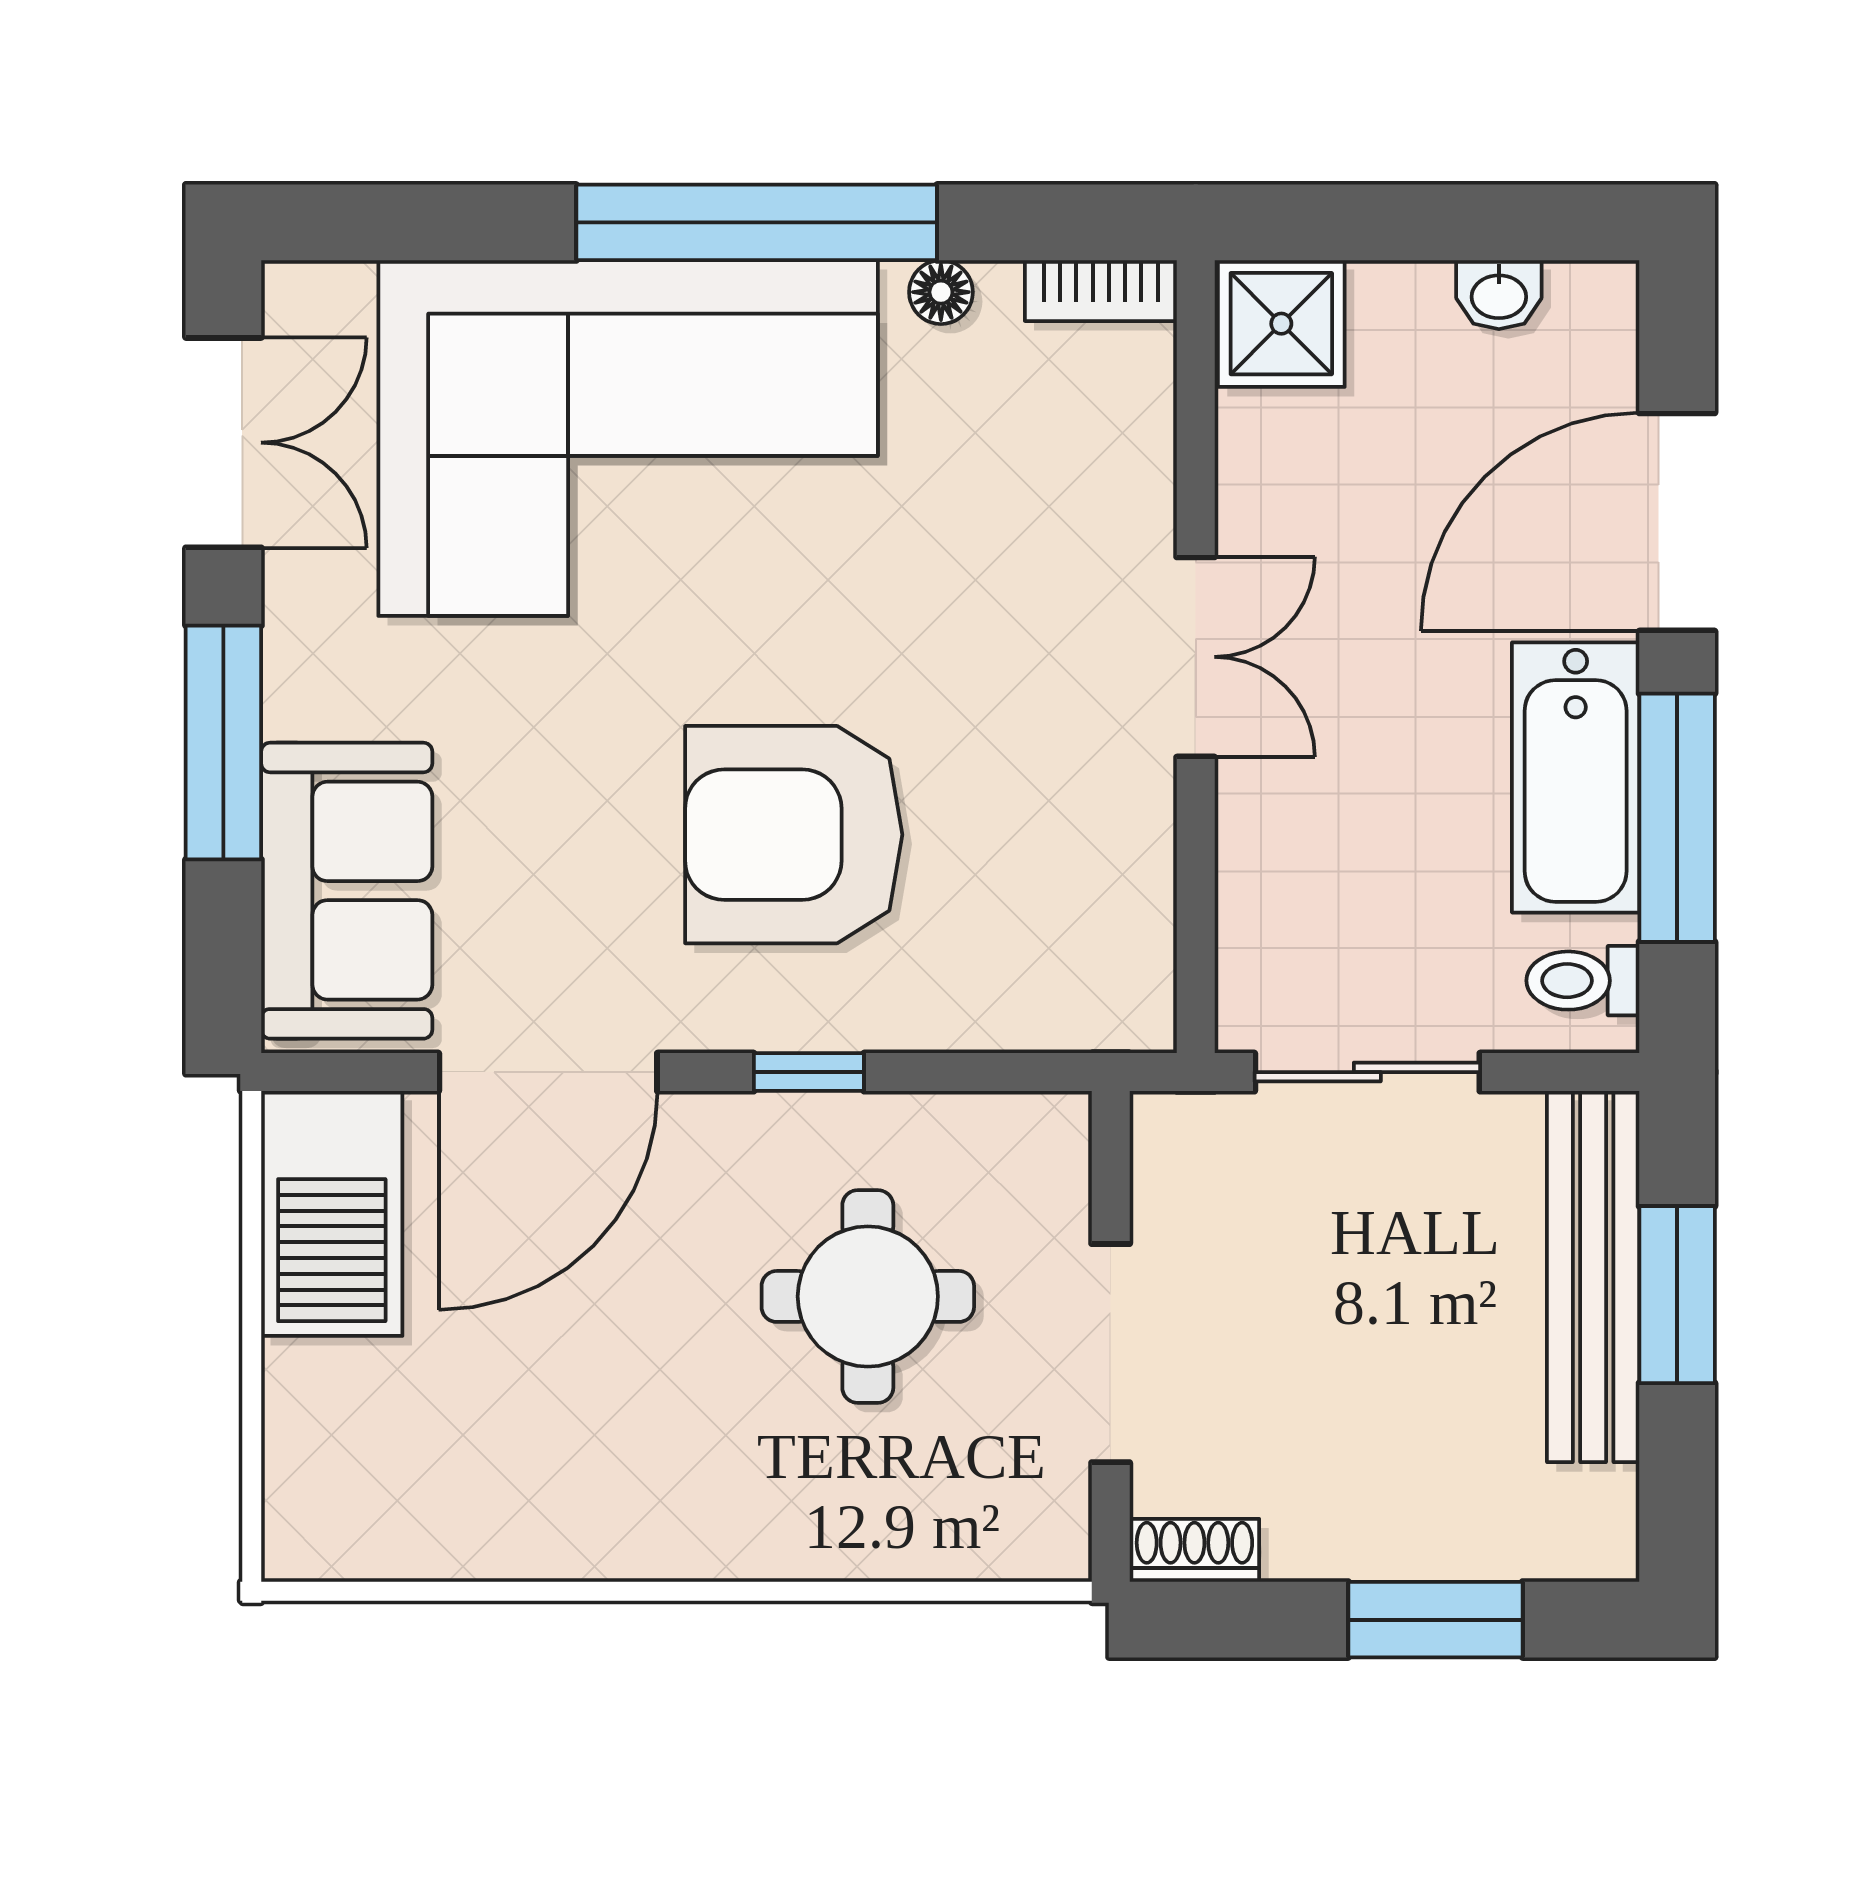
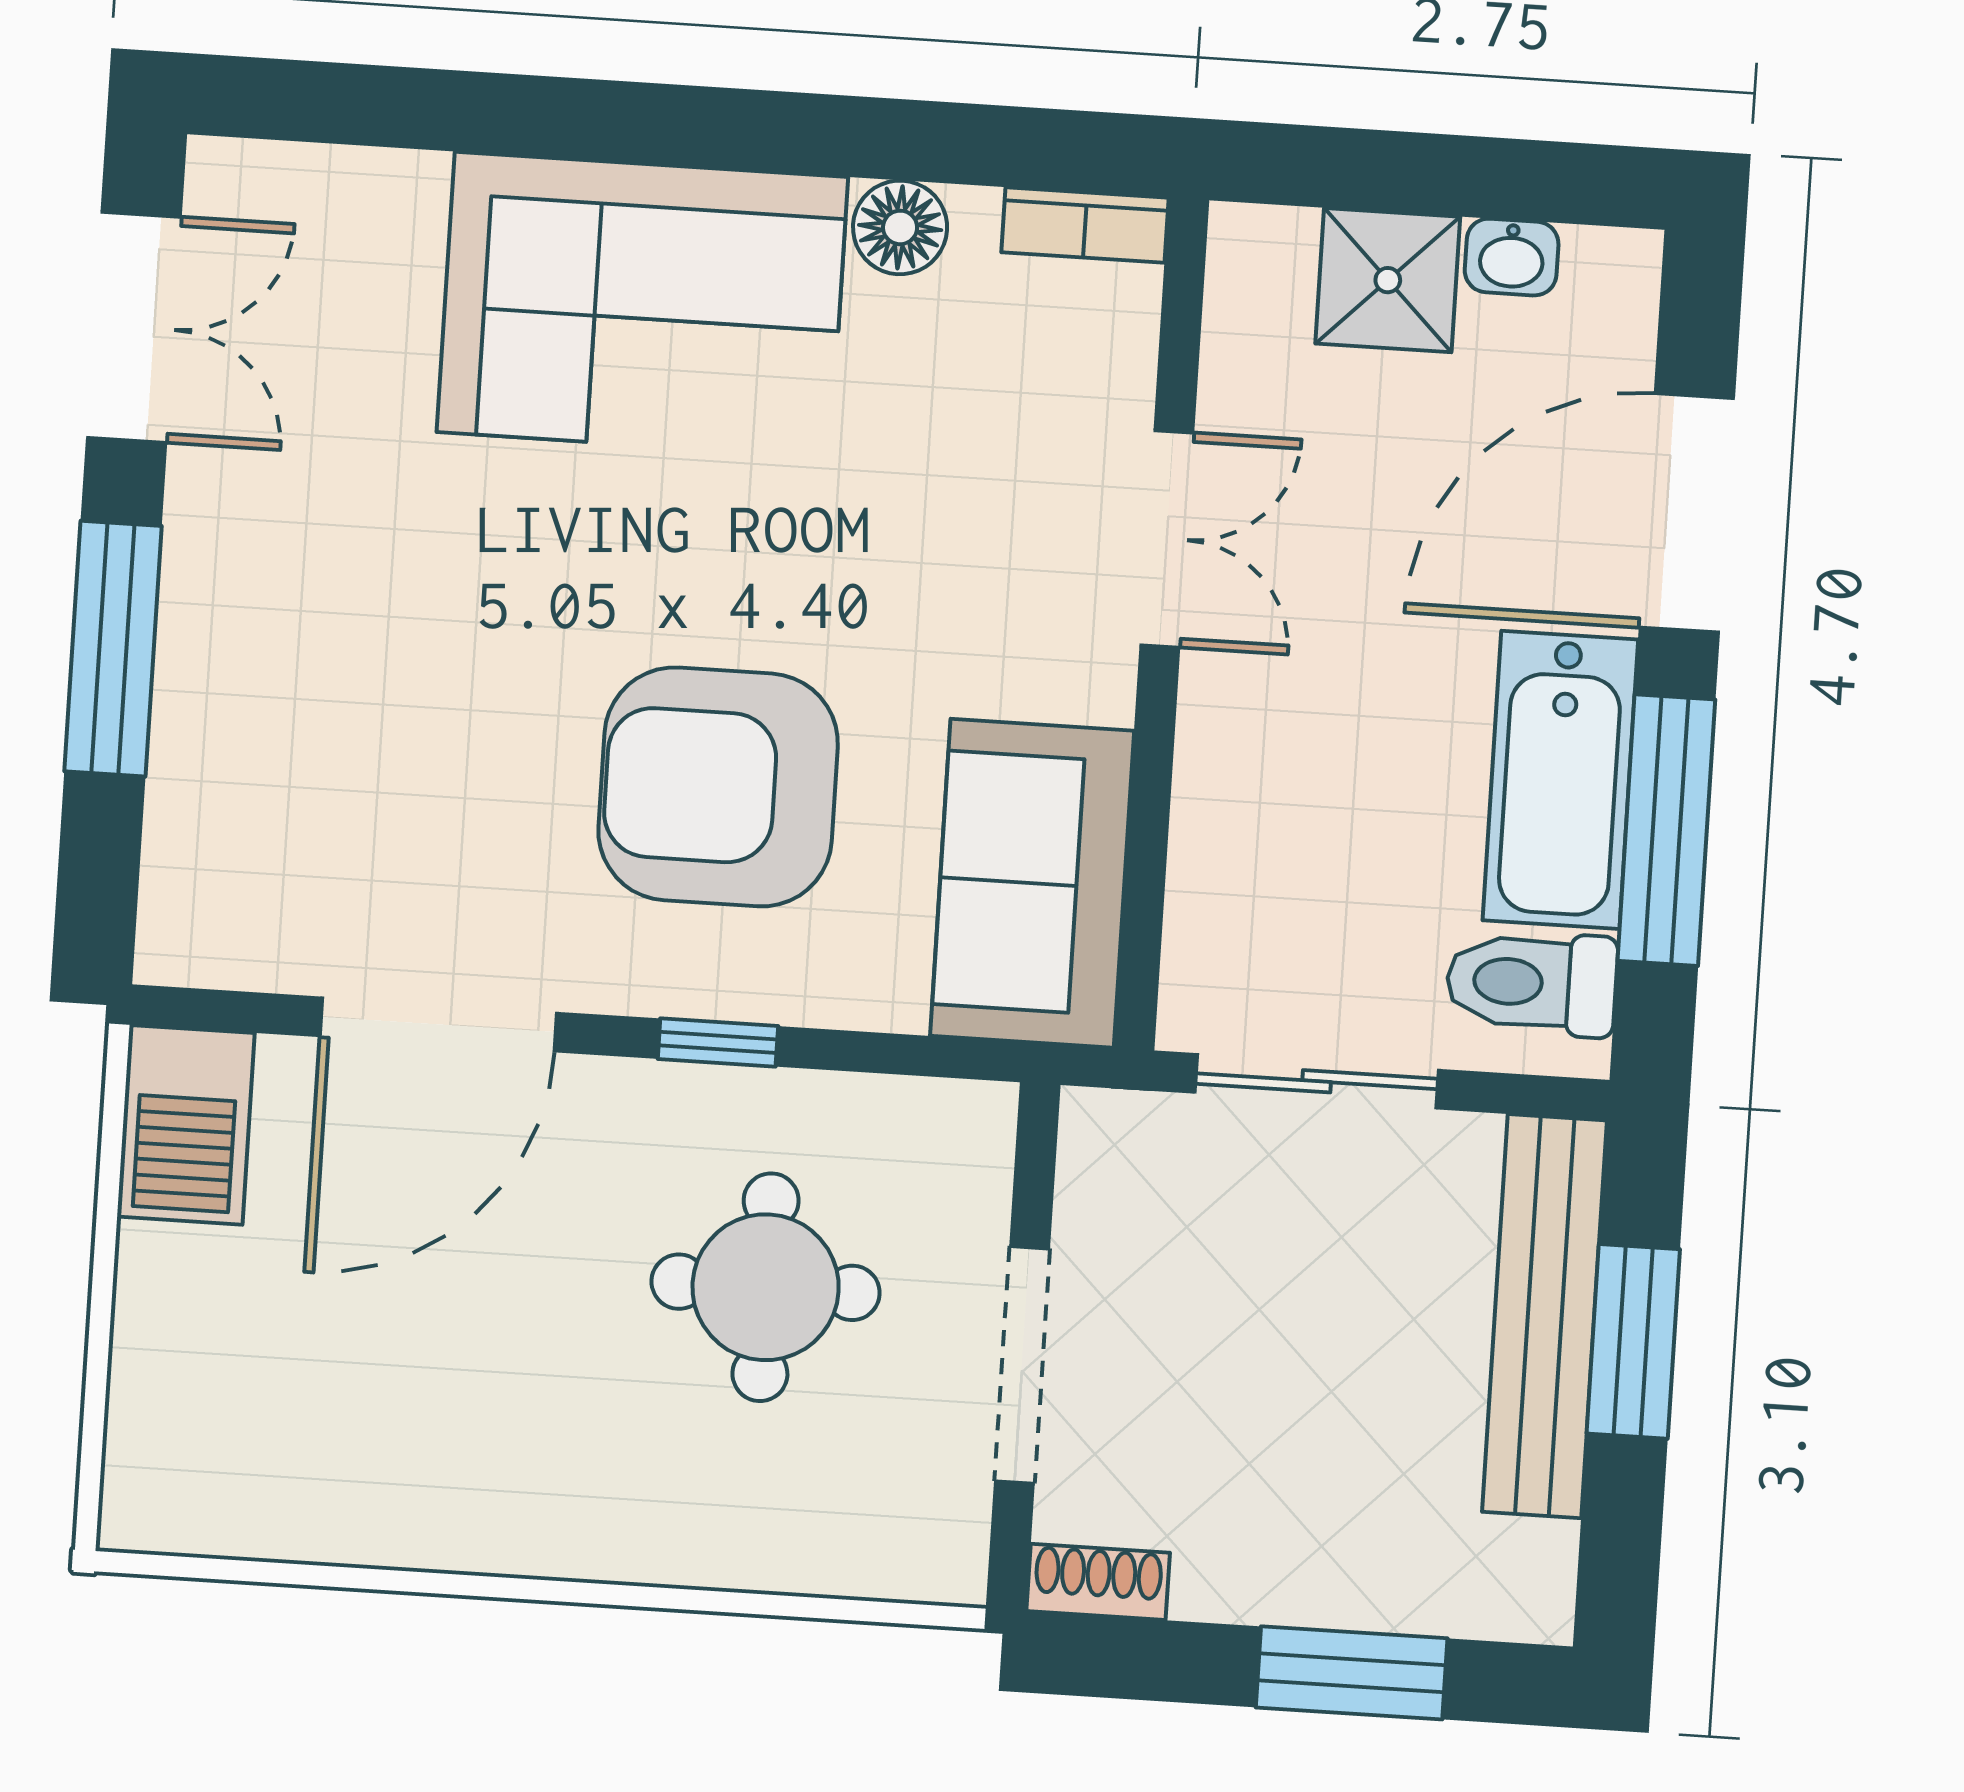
window: (757, 222) -> (721, 128), removed
floor lamp: (941, 292) -> (900, 227), width x1.37, depth x1.37
shower: (1281, 324) -> (1388, 280), moved
corner sofa: (628, 438) -> (642, 305), width x0.73, depth x0.74
double door: (1196, 657) -> (1167, 539), moved
sofa: (347, 891) -> (1032, 883), moved, turned 180
toilet: (1583, 981) -> (1532, 983), width x1.37, depth x1.39
barbecue: (332, 1213) -> (186, 1125), width x0.73, depth x0.83

